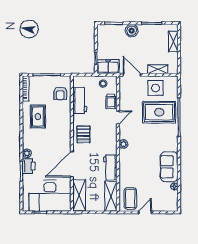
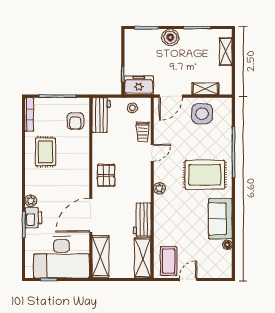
door: (132, 75) -> (171, 96), swing flipped
workbench: (80, 101) -> (101, 115), moved
rug: (159, 112) -> (205, 175), moved

